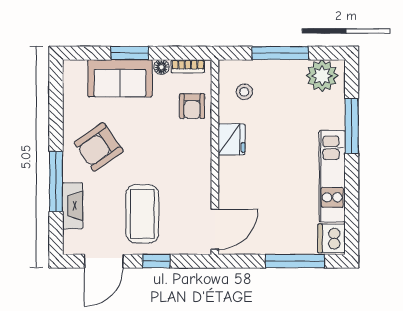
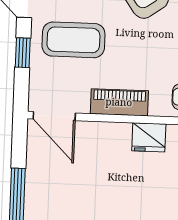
piano: (200, 168) -> (119, 102), added

